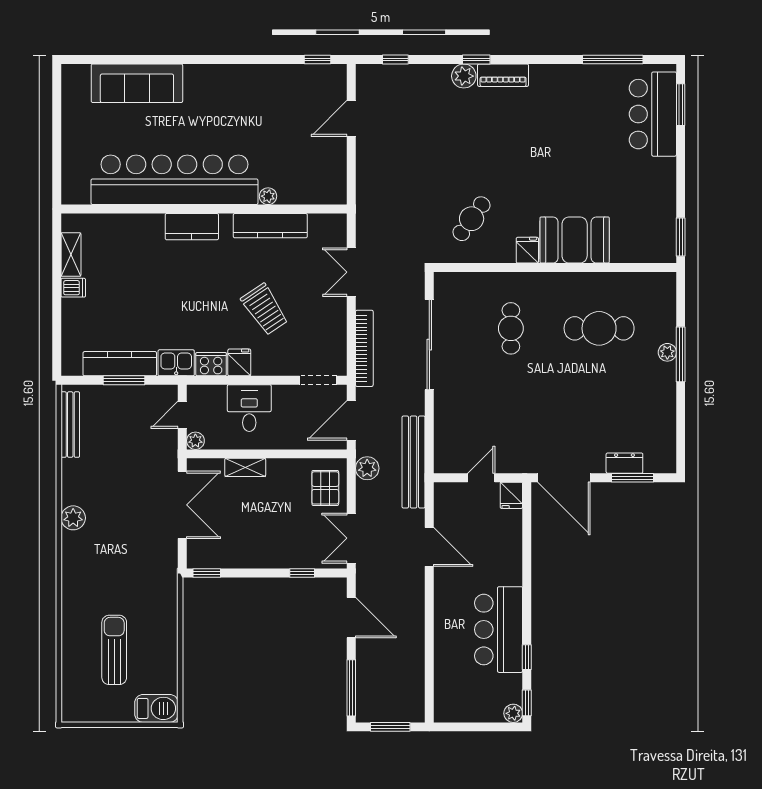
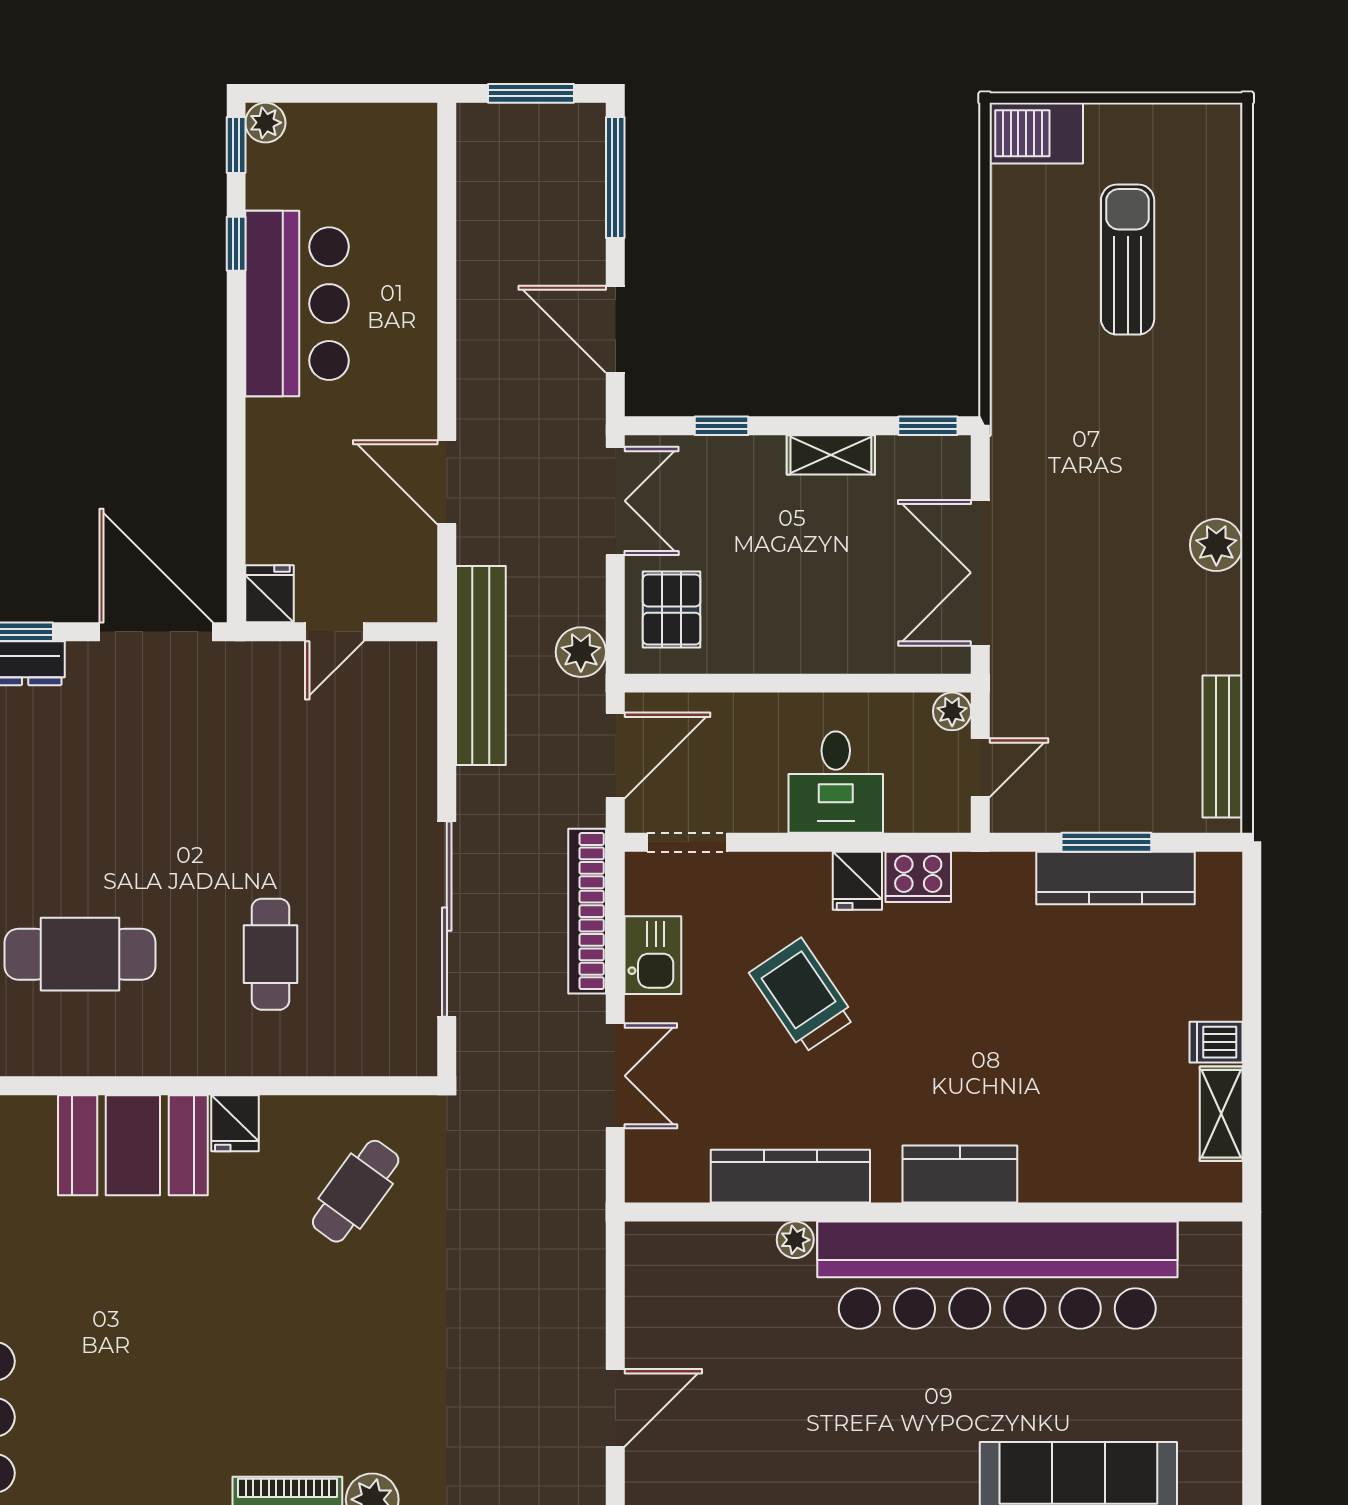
kitchen sink: (176, 363) -> (653, 955), moved, turned -90
shelving: (245, 467) -> (831, 455), moved
sun lounger: (114, 650) -> (1128, 260), turned 180

